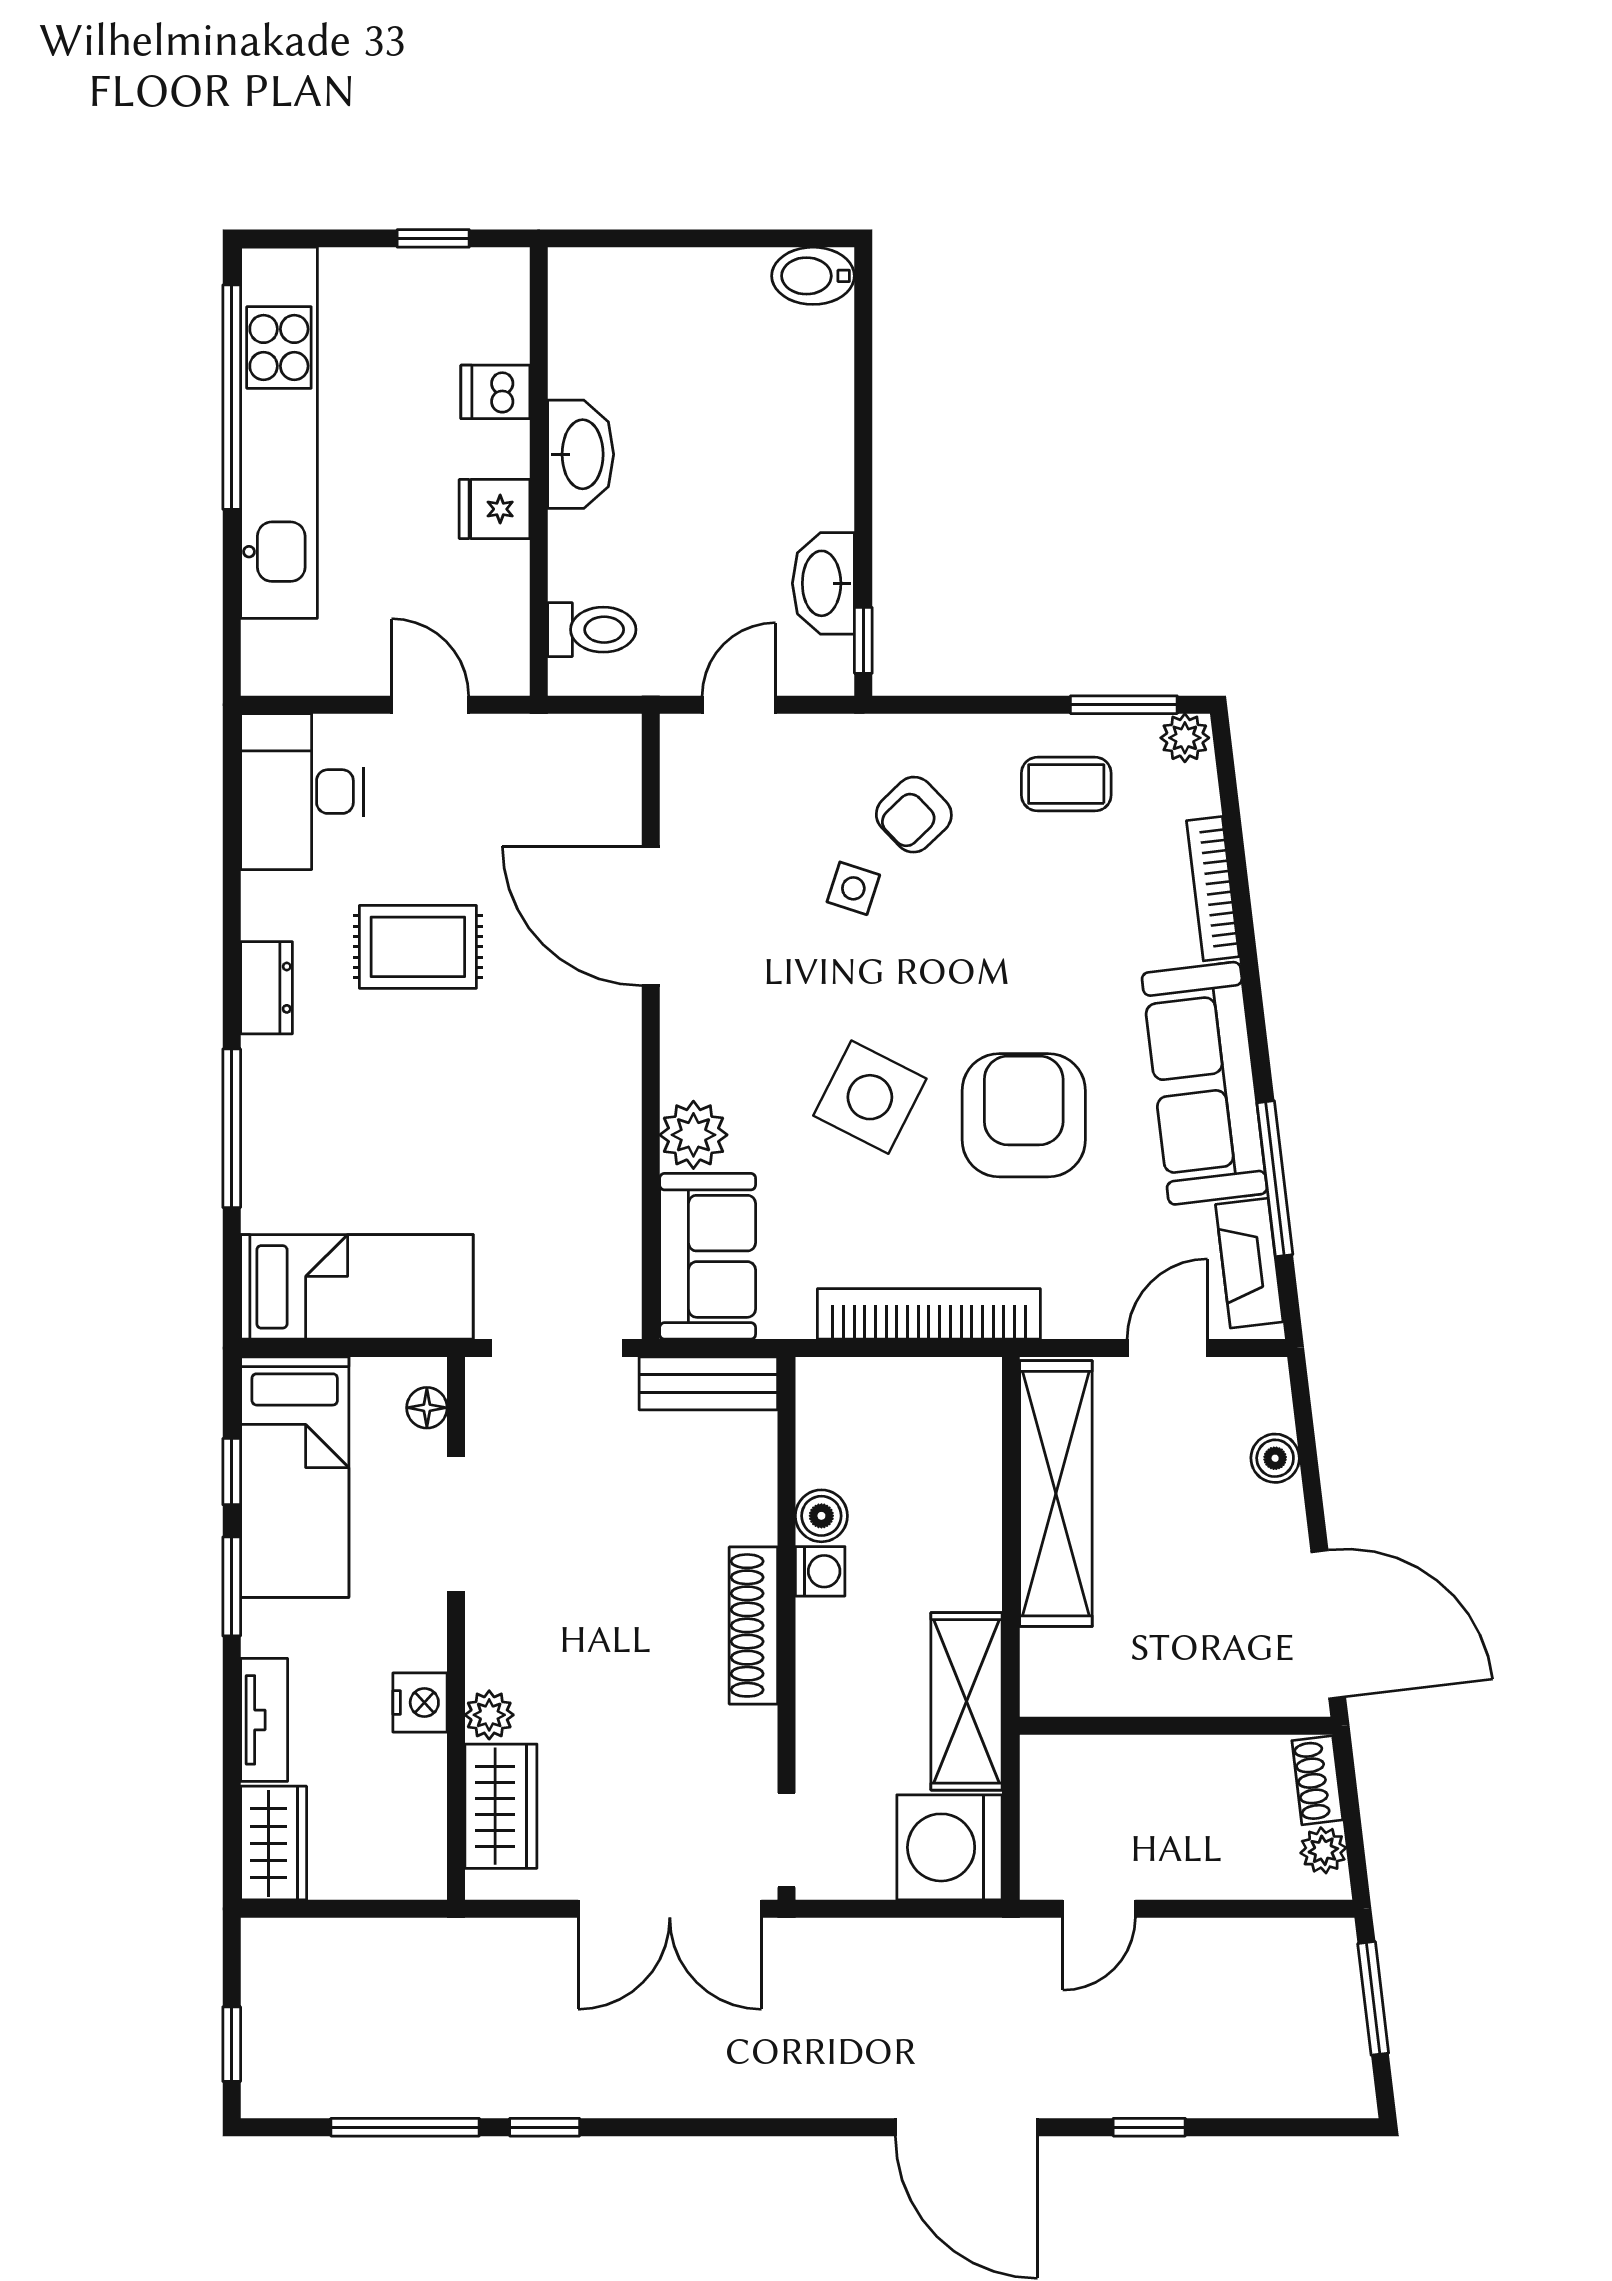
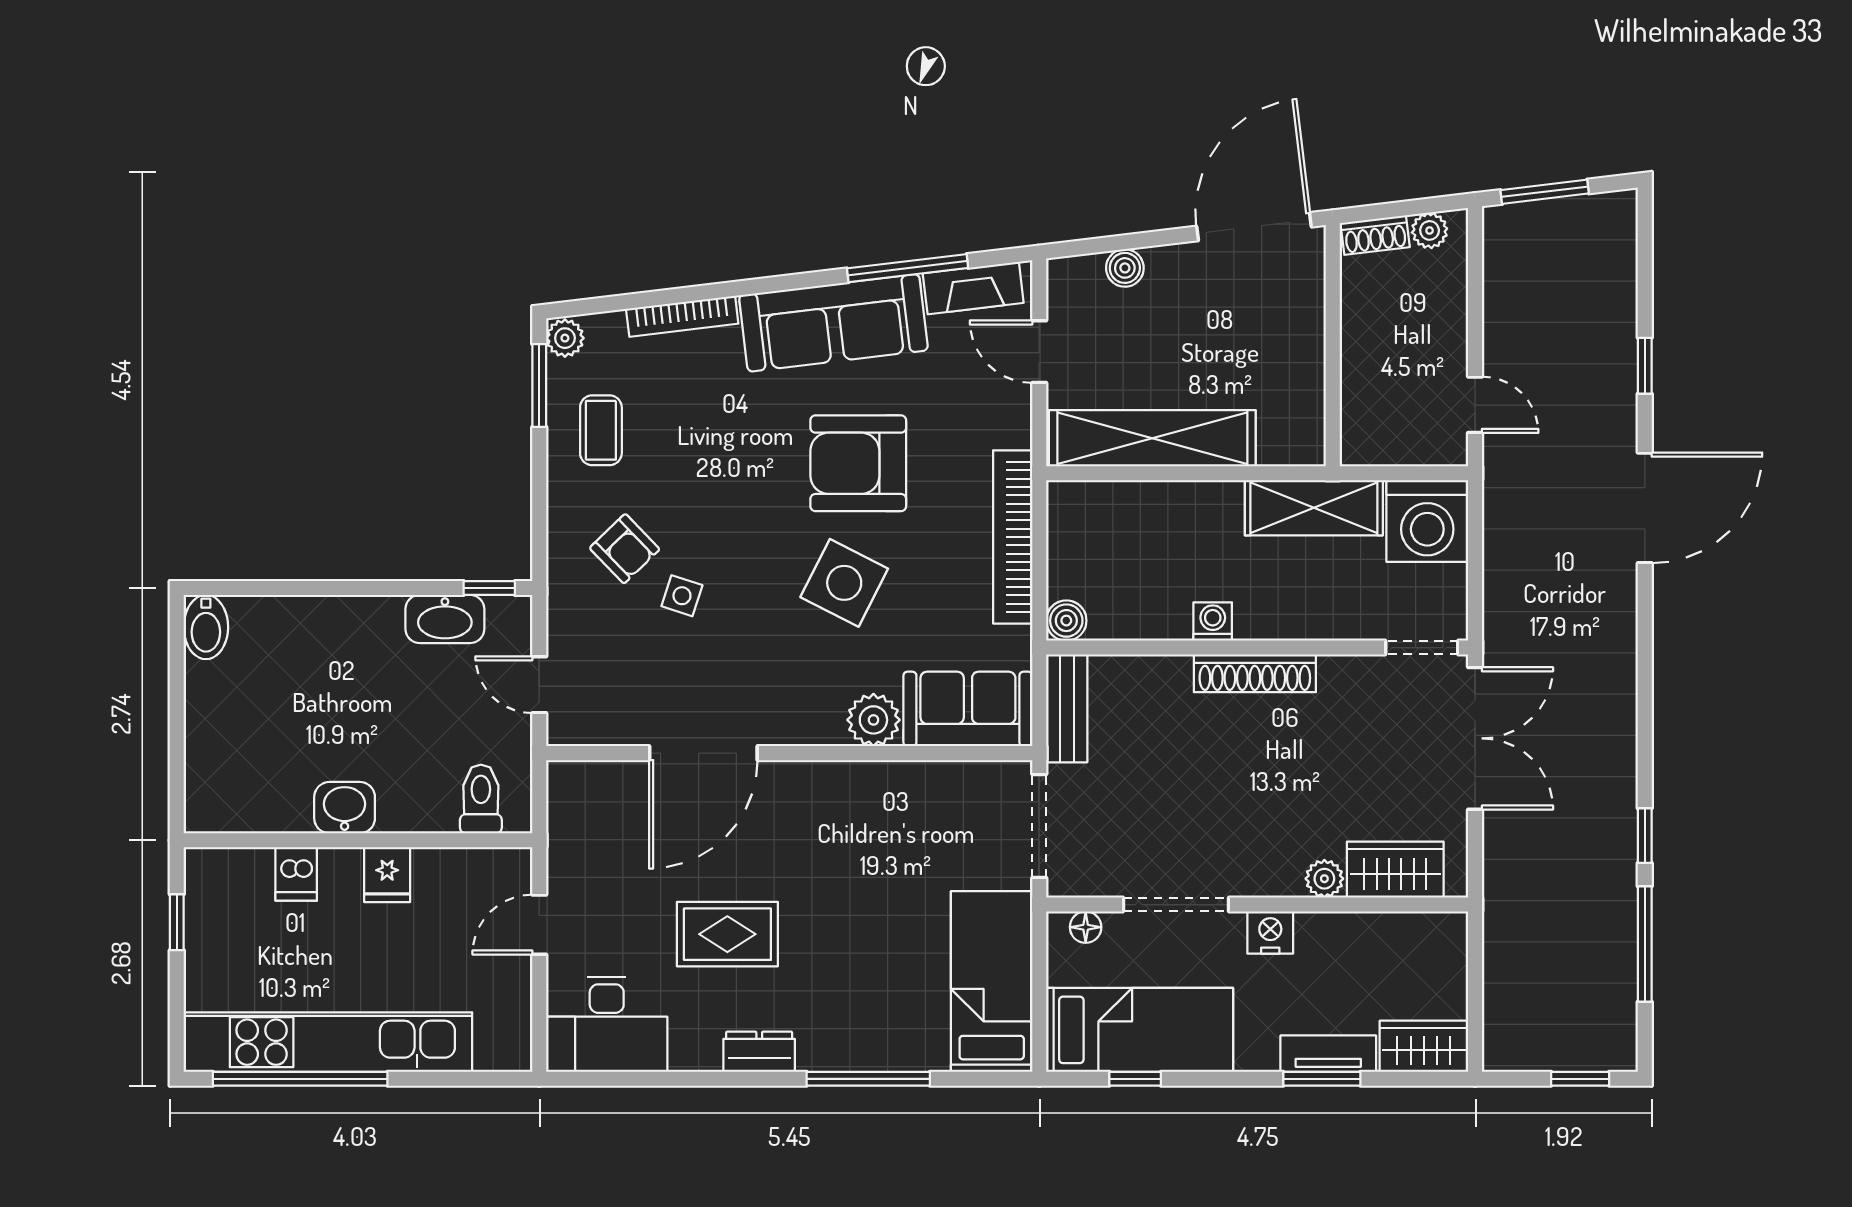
washbasin: (581, 454) -> (345, 808), width x0.72
rug: (418, 947) -> (727, 934), turned 90
boiler: (821, 1516) -> (1066, 621), moved
window: (232, 1586) -> (1322, 1079), moved
nightstand: (420, 1702) -> (1270, 932), moved

